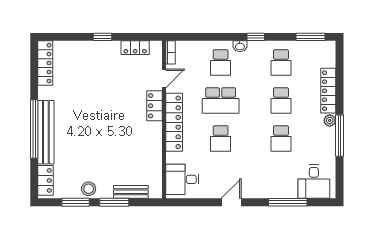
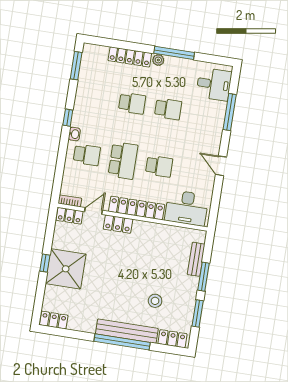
locker: (135, 48) -> (70, 216), moved, turned 90
shower: (100, 59) -> (66, 269), added
school desk: (281, 62) -> (96, 98), removed
locker: (45, 63) -> (54, 320), width x0.66
door: (164, 78) -> (94, 211), hinge flipped
desk: (182, 179) -> (187, 208), width x1.37
stool: (89, 189) -> (155, 301), moved

